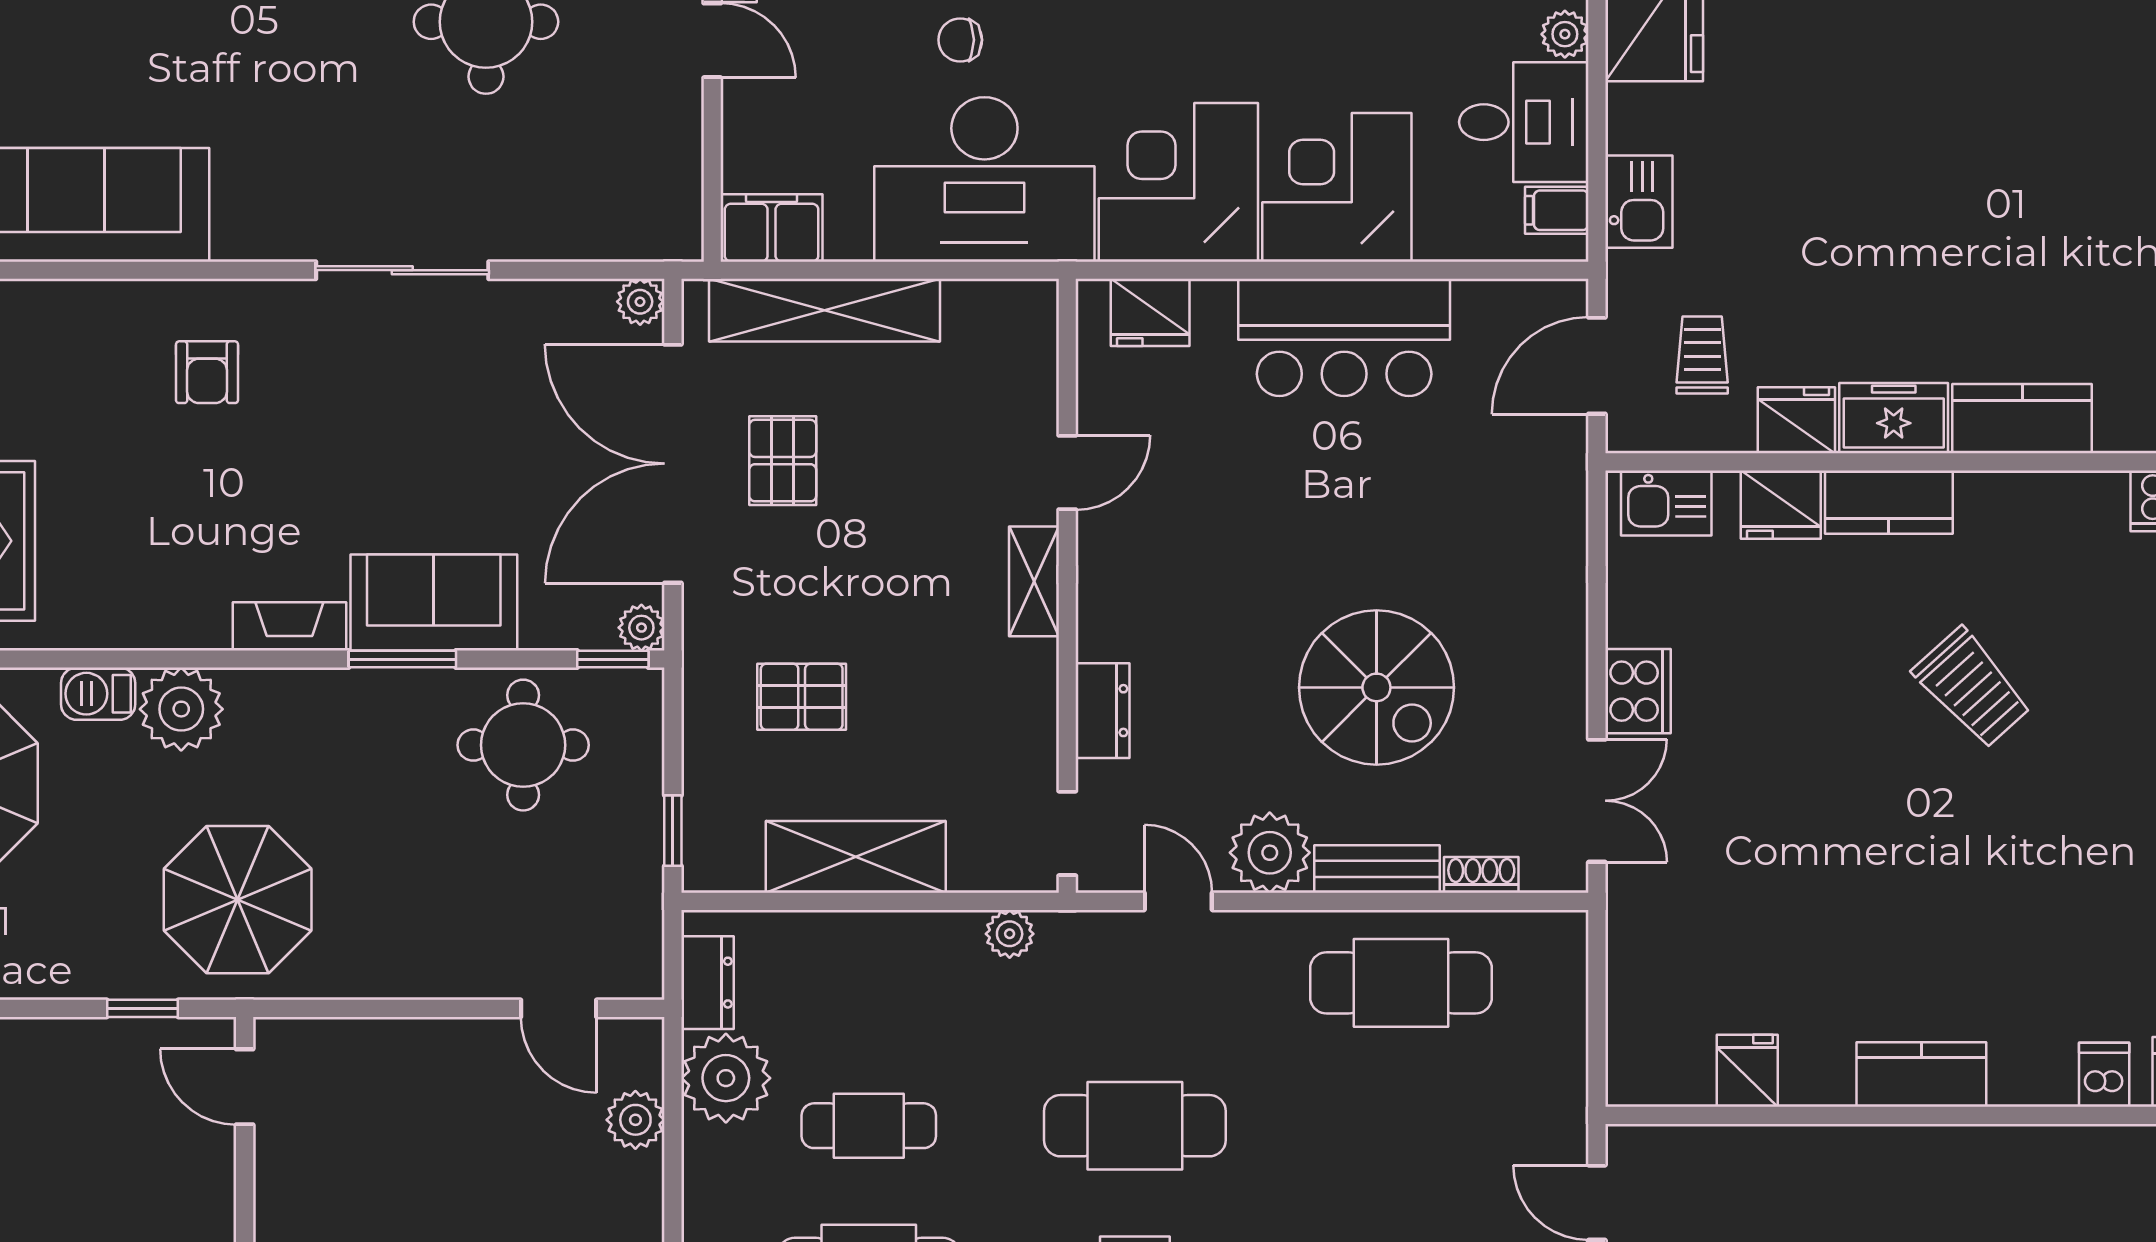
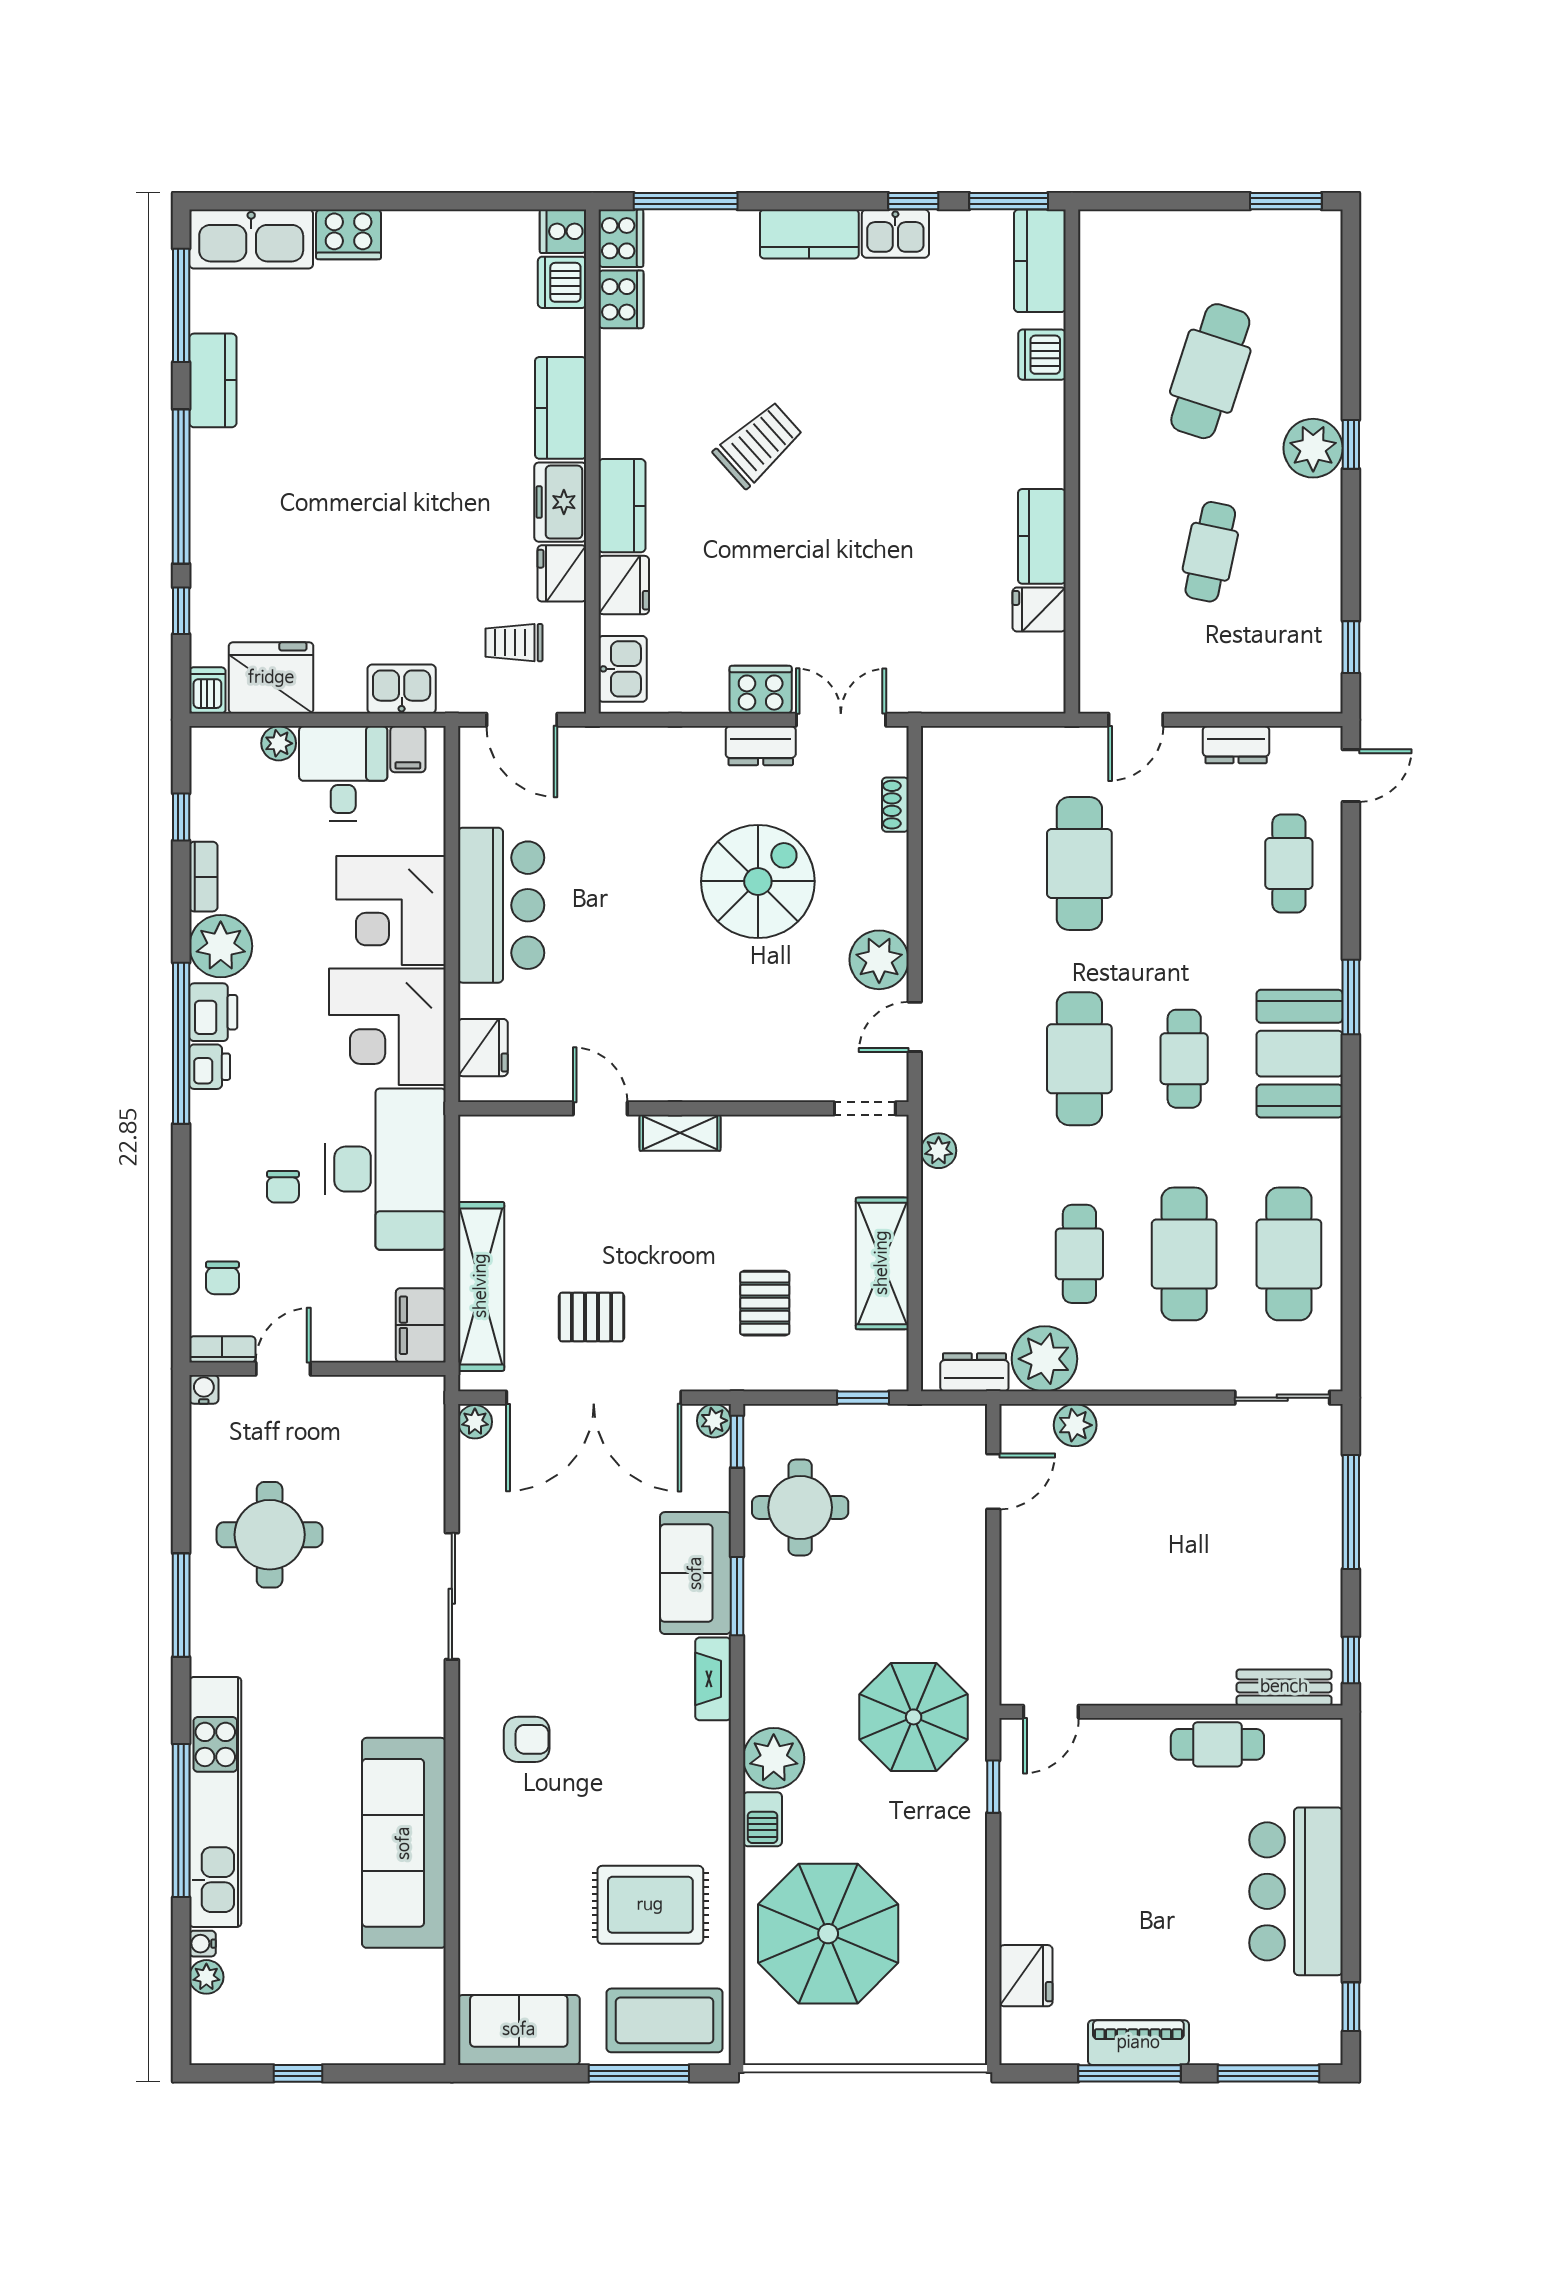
dresser: (1102, 711) -> (761, 746), moved, turned 180
bench: (1377, 869) -> (891, 881), removed
cafe table: (1401, 983) -> (1079, 864), moved
kitchen counter: (1921, 1075) -> (1042, 536), moved
dishwasher: (2104, 1075) -> (1042, 355), width x1.38

